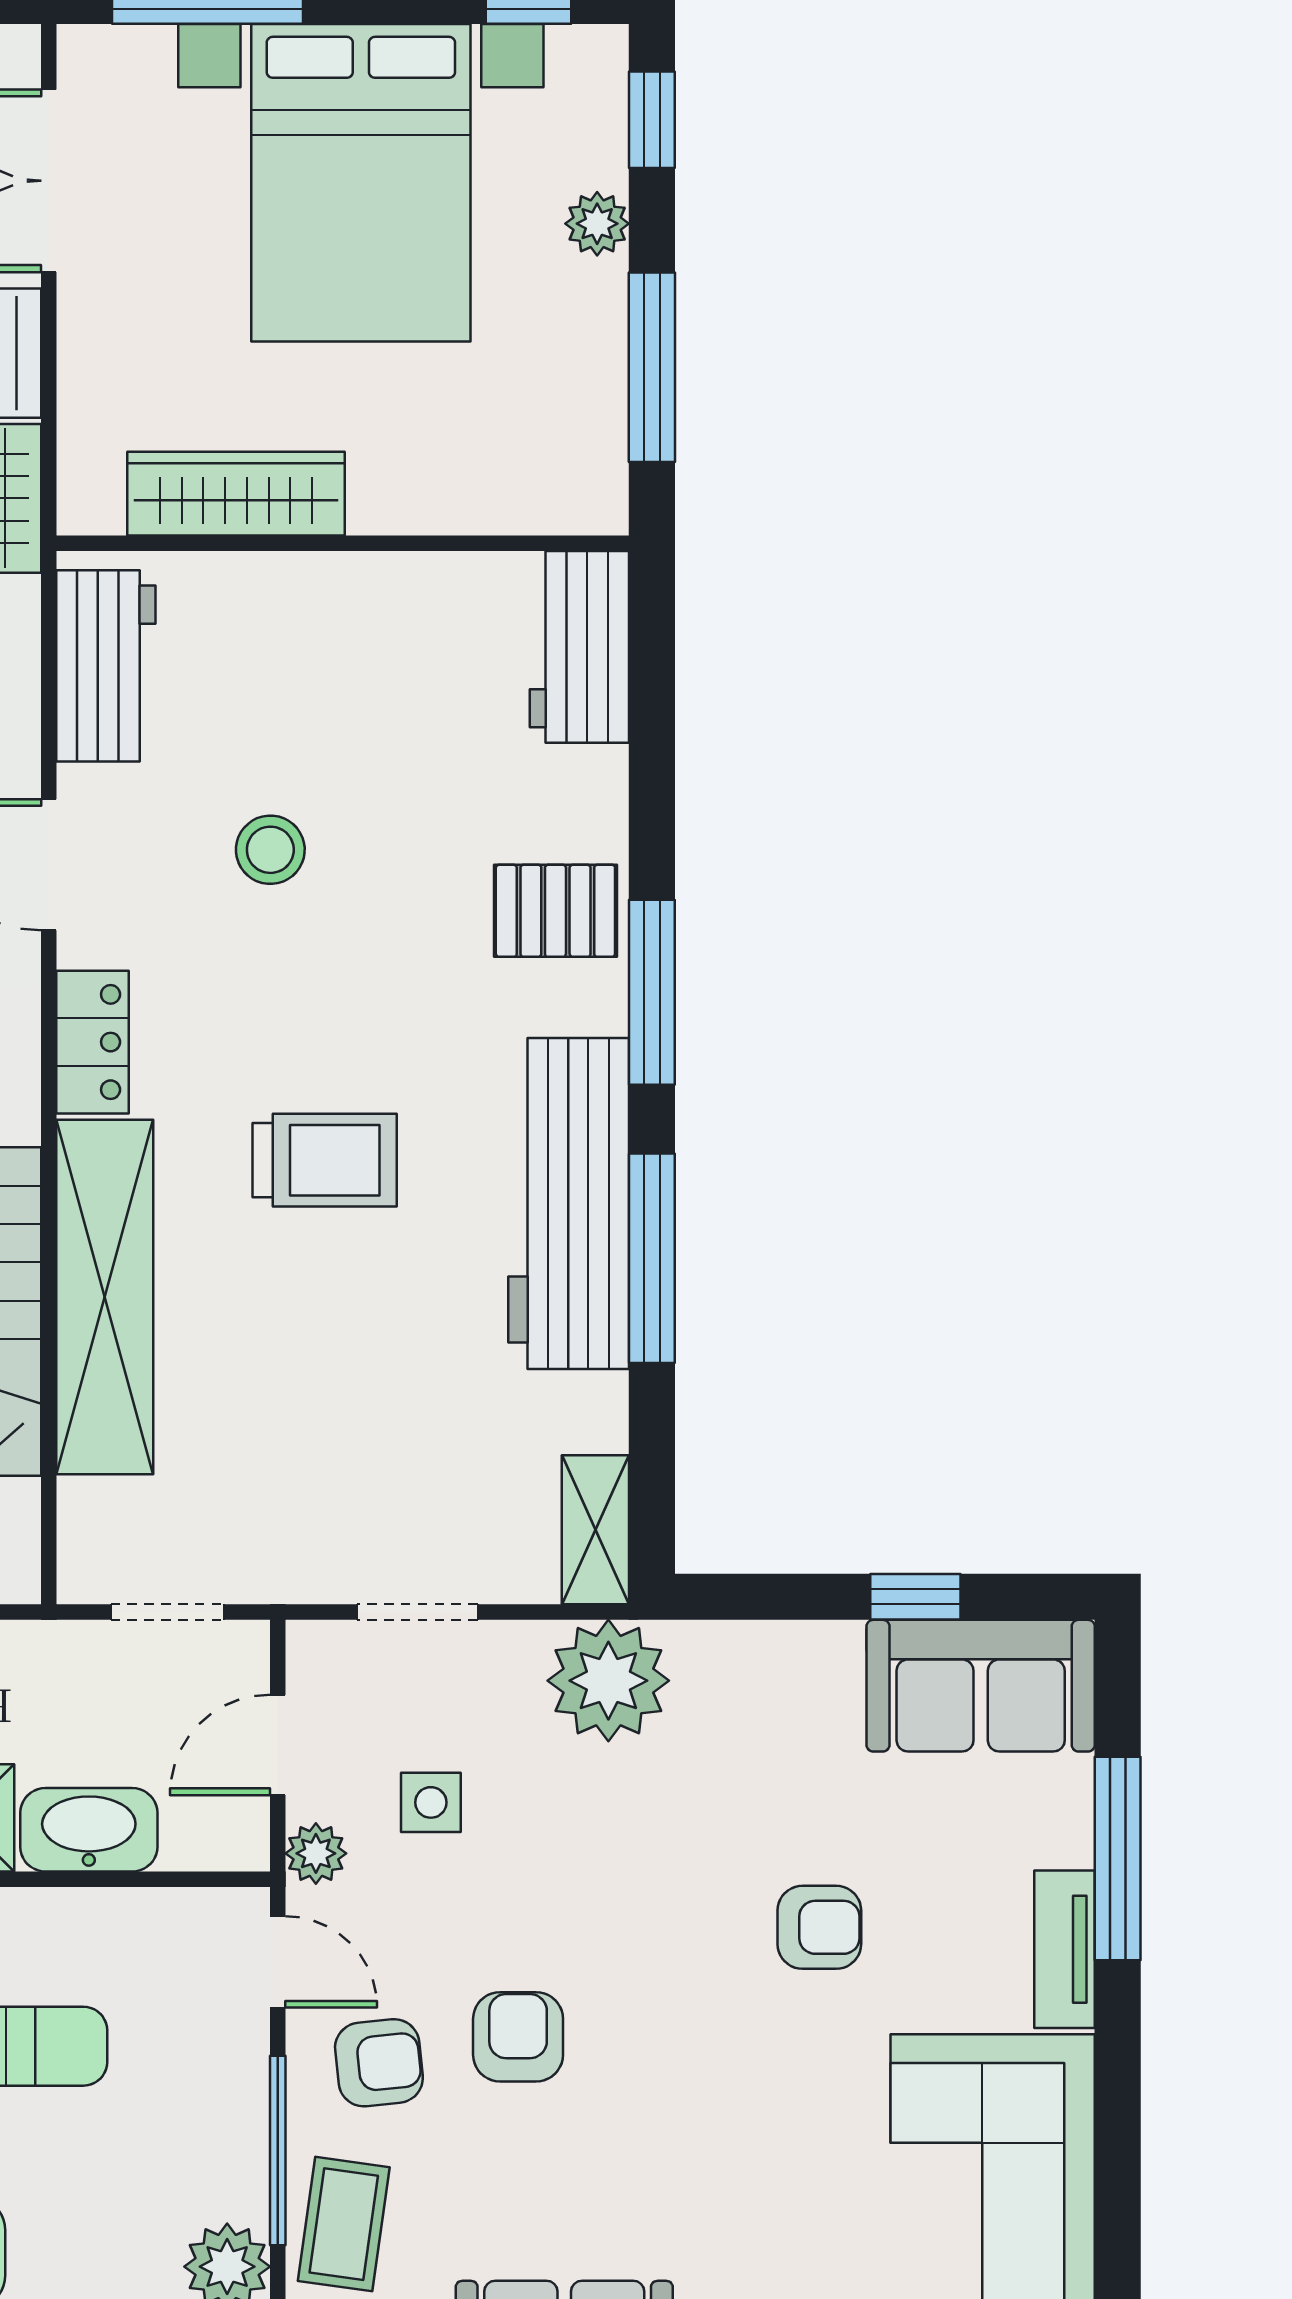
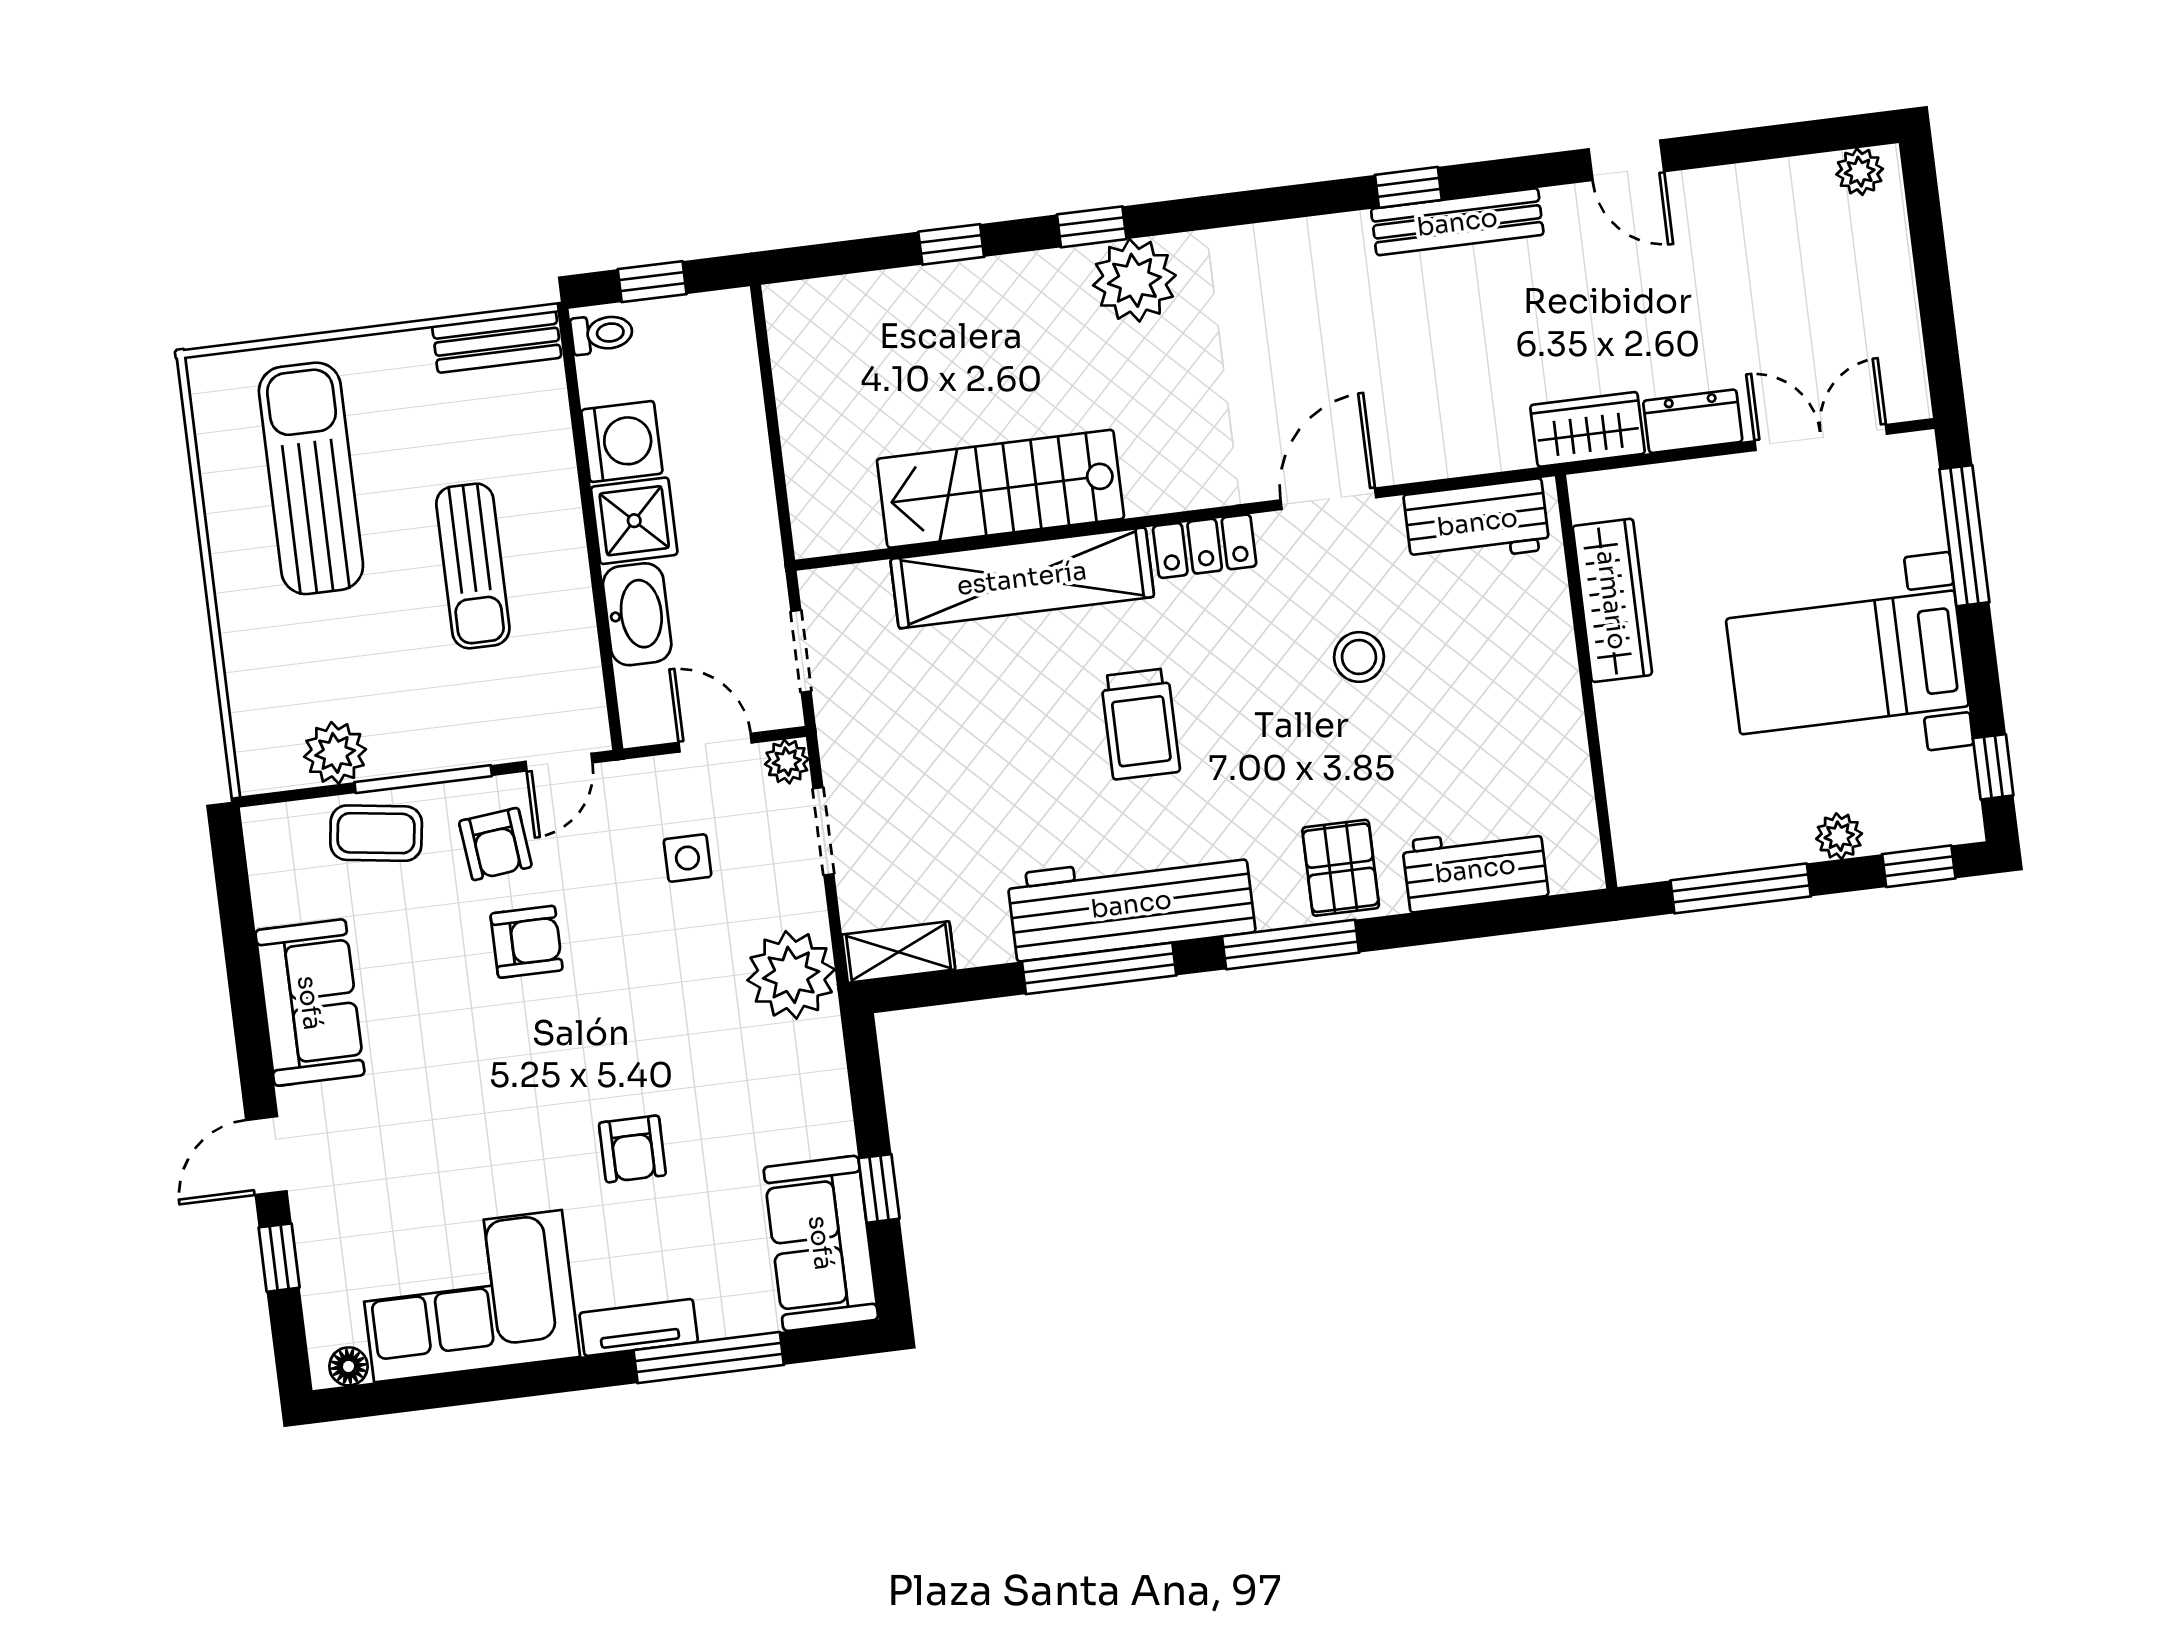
bed with nightstands: (361, 183) -> (1847, 662), width x0.73
workbench: (579, 647) -> (1475, 869), moved
plant: (316, 1853) -> (787, 762), moved

